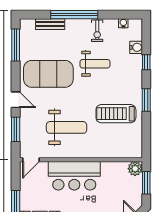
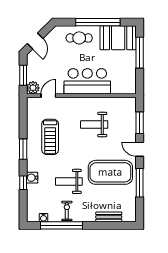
window: (74, 15) -> (61, 225), moved
window: (16, 45) -> (140, 183), moved
water cooler: (136, 47) -> (32, 178), moved
treadmill: (116, 114) -> (50, 137), turned 90
weight bench: (67, 127) -> (94, 125), width x0.73, depth x0.75
door: (31, 160) -> (48, 96), moved

